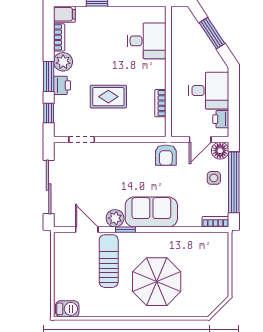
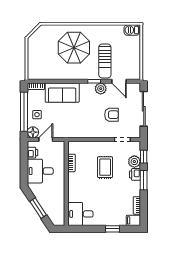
desk: (146, 41) -> (80, 214), moved
plant: (63, 62) -> (134, 162), moved
rug: (108, 97) -> (105, 167), turned 90
armchair: (166, 155) -> (111, 115), moved, turned 90
sofa: (151, 212) -> (62, 93), moved

